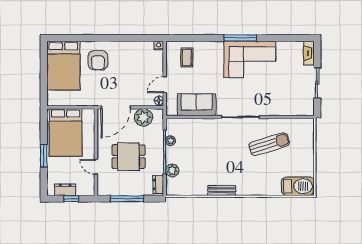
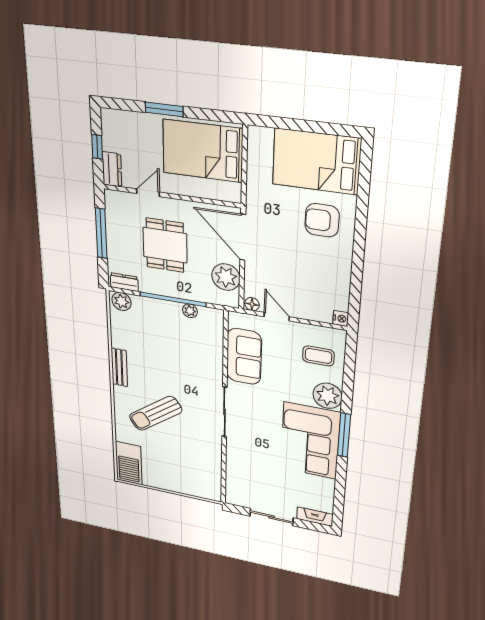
plant: (214, 50) -> (328, 396), added
sun lounger: (269, 144) -> (156, 413), moved, turned 71
plant: (172, 170) -> (122, 301), moved
dresser: (65, 190) -> (112, 169), moved

